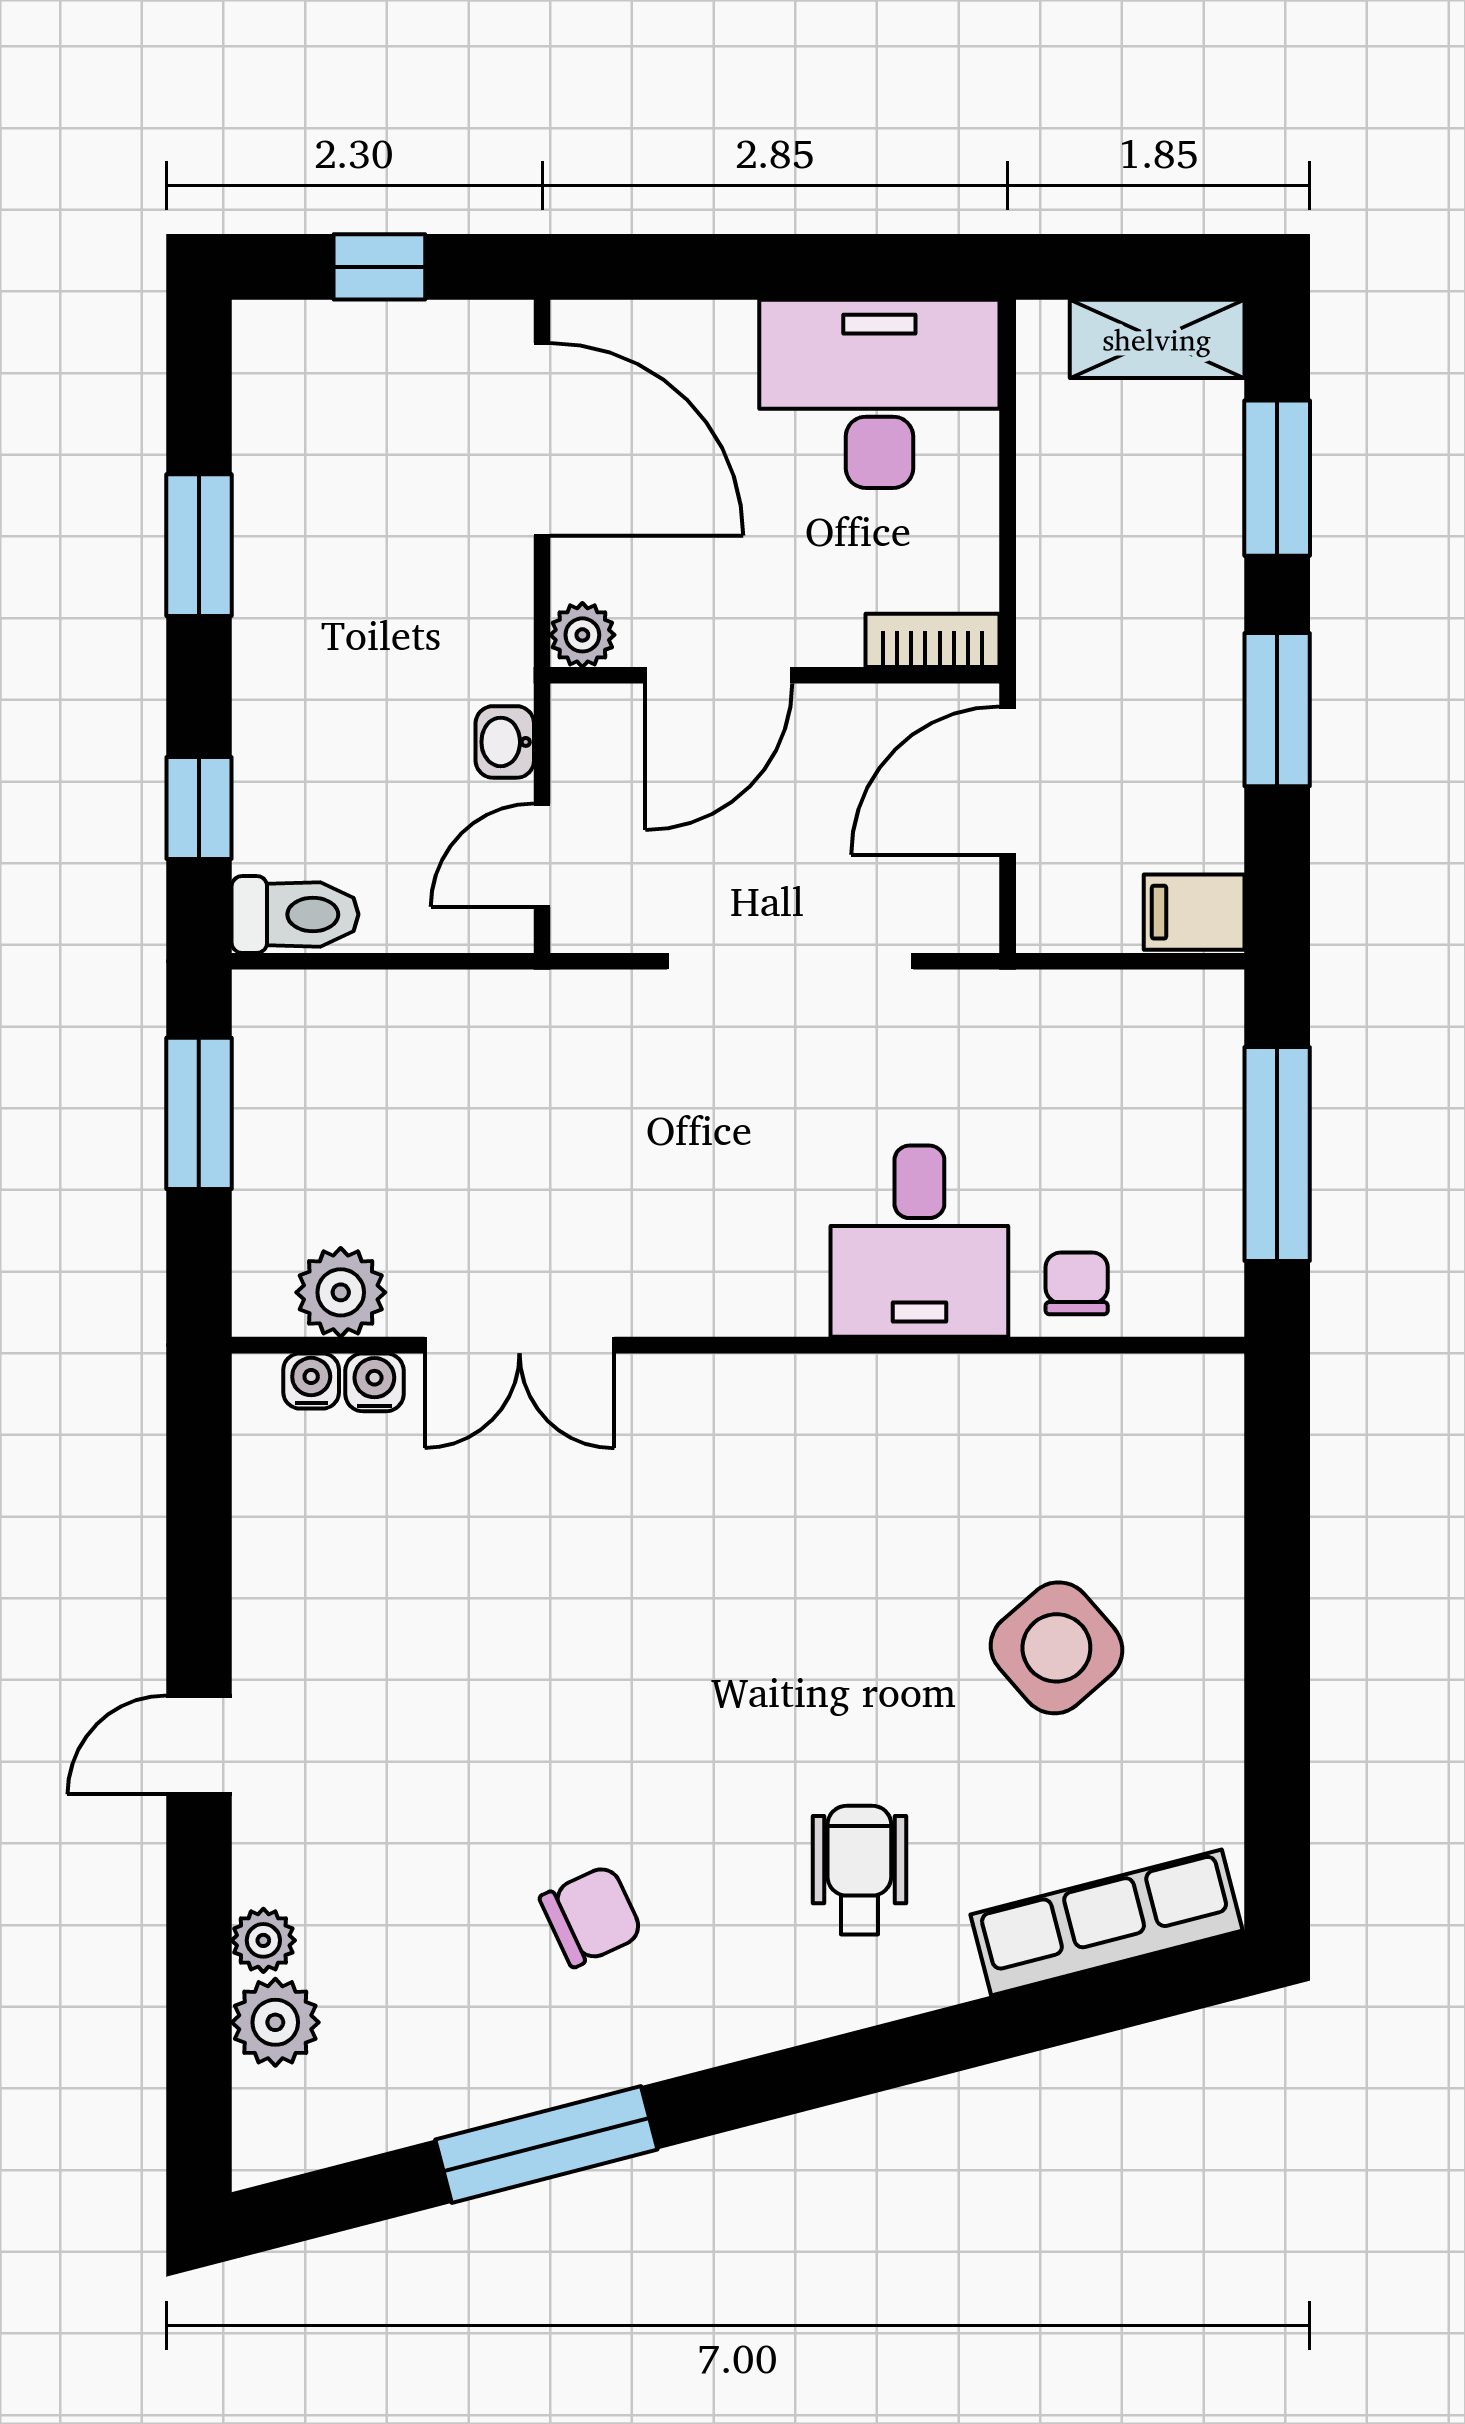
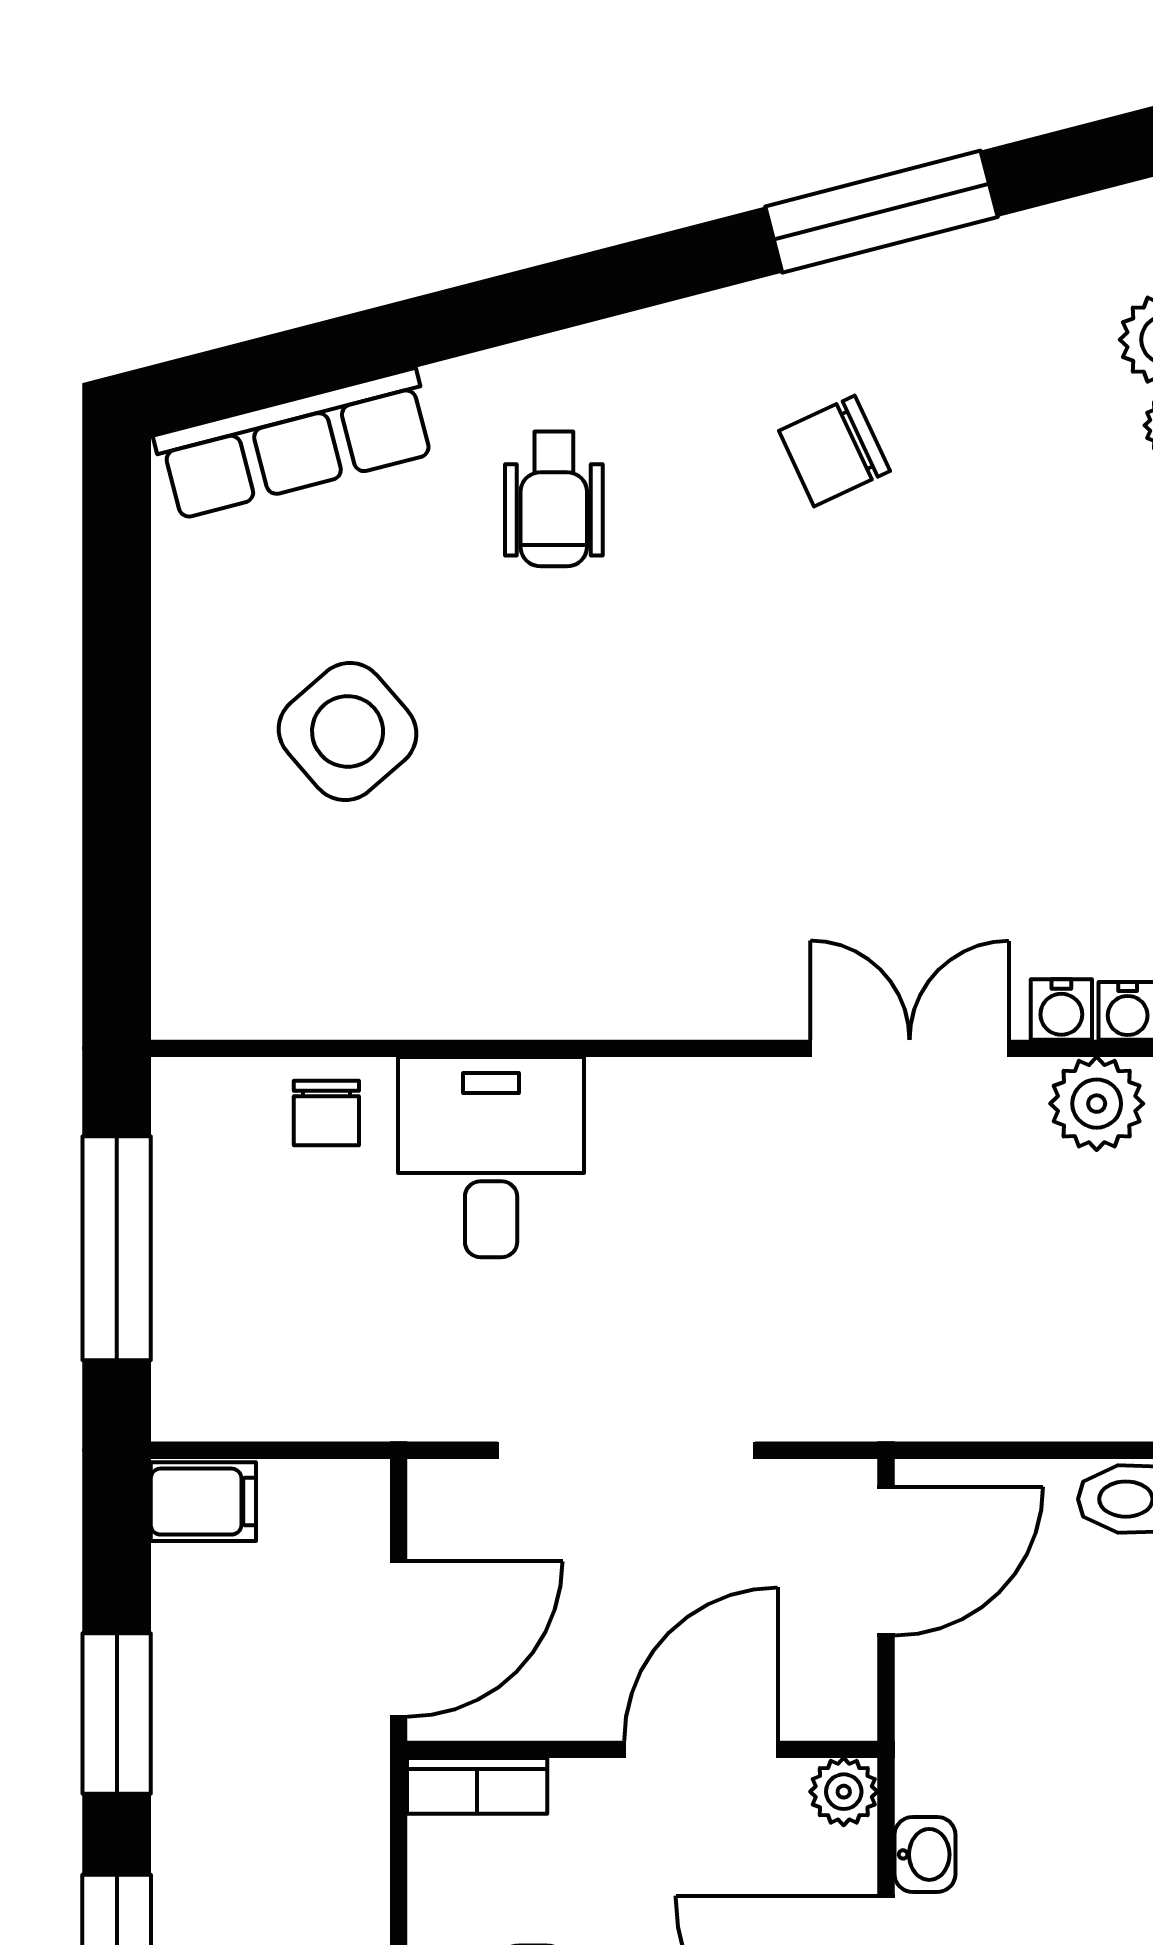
washbasin: (505, 742) -> (925, 1854), moved
door: (542, 855) -> (886, 1561), width x1.37

